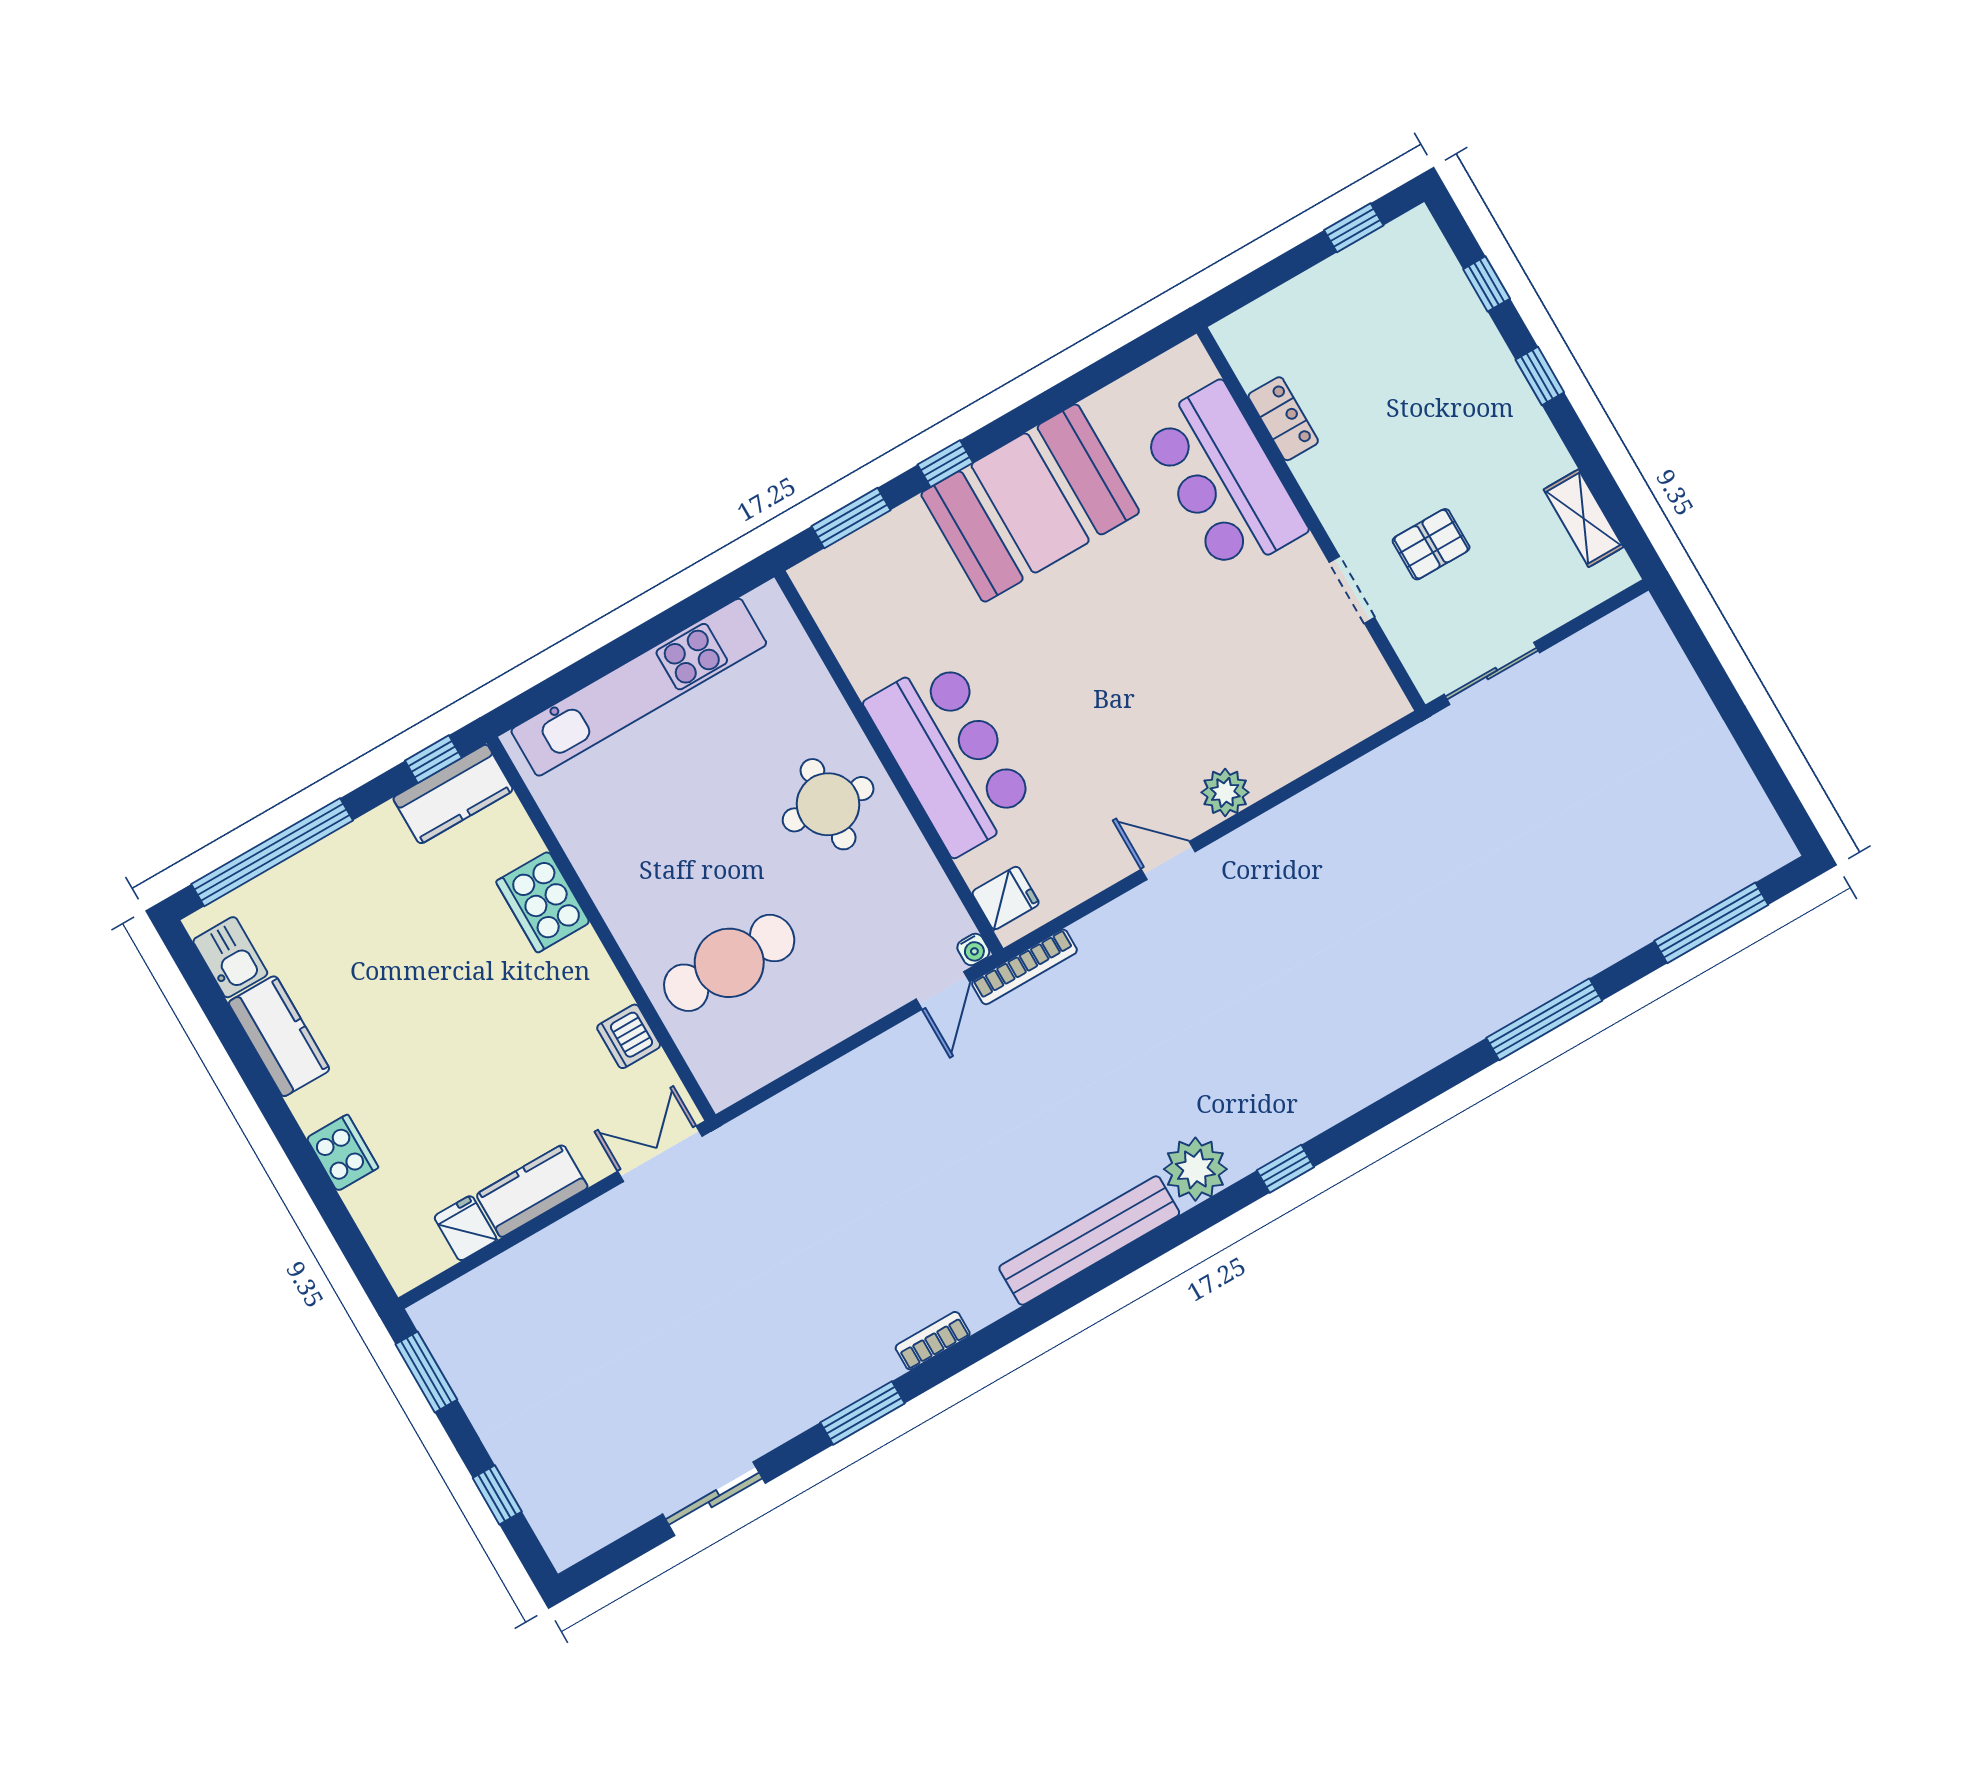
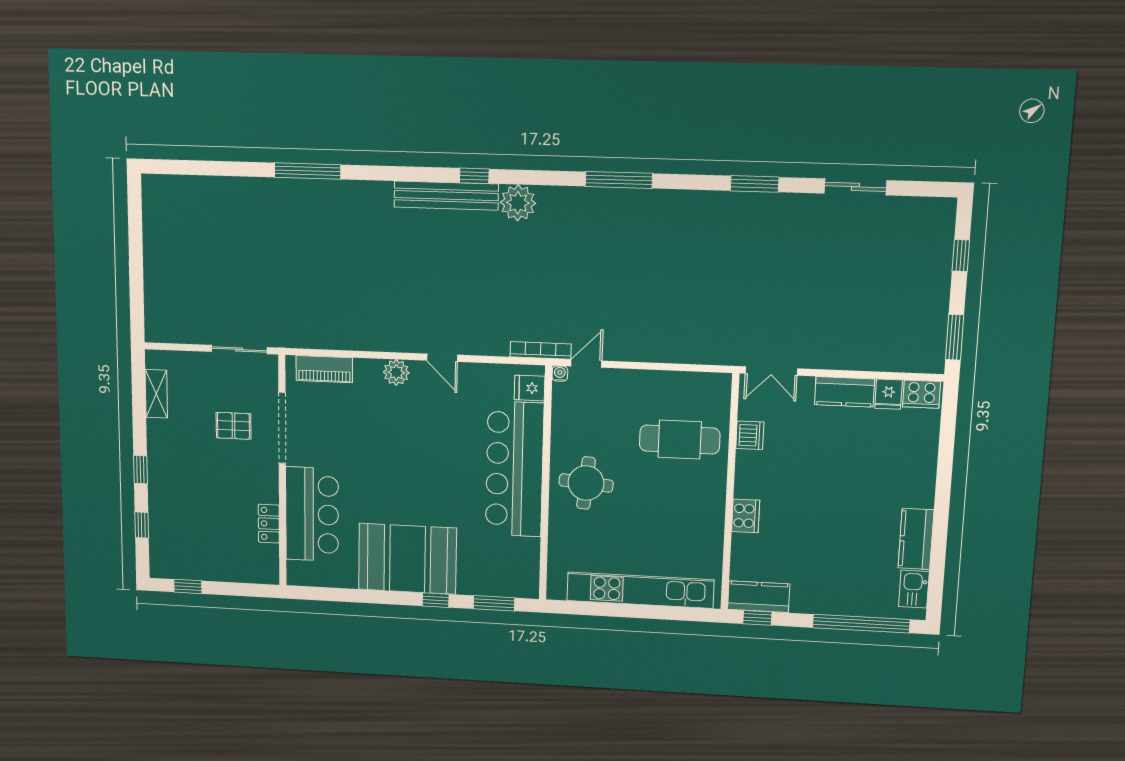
doorway: (1352, 590) -> (282, 428), width x1.87
piano: (1340, 727) -> (324, 369), added
bar counter: (951, 756) -> (515, 469), width x1.36
cooker: (543, 902) -> (746, 516), width x0.73, depth x0.76
window: (1711, 923) -> (619, 180), moved
cooker: (342, 1153) -> (922, 394), moved, turned -90
bench: (1089, 1241) -> (446, 196), moved
bookcase: (933, 1341) -> (698, 198), removed

